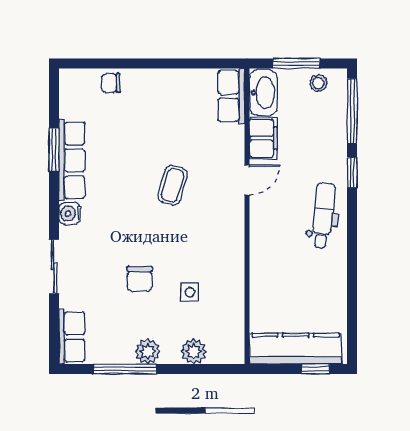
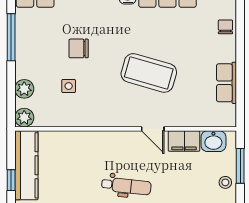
washbasin: (263, 93) -> (213, 141), width x0.72
row of seats: (231, 96) -> (226, 83), moved, turned -90
coffee table: (172, 185) -> (149, 73), width x1.86, depth x1.72
plant: (148, 351) -> (24, 118), moved

